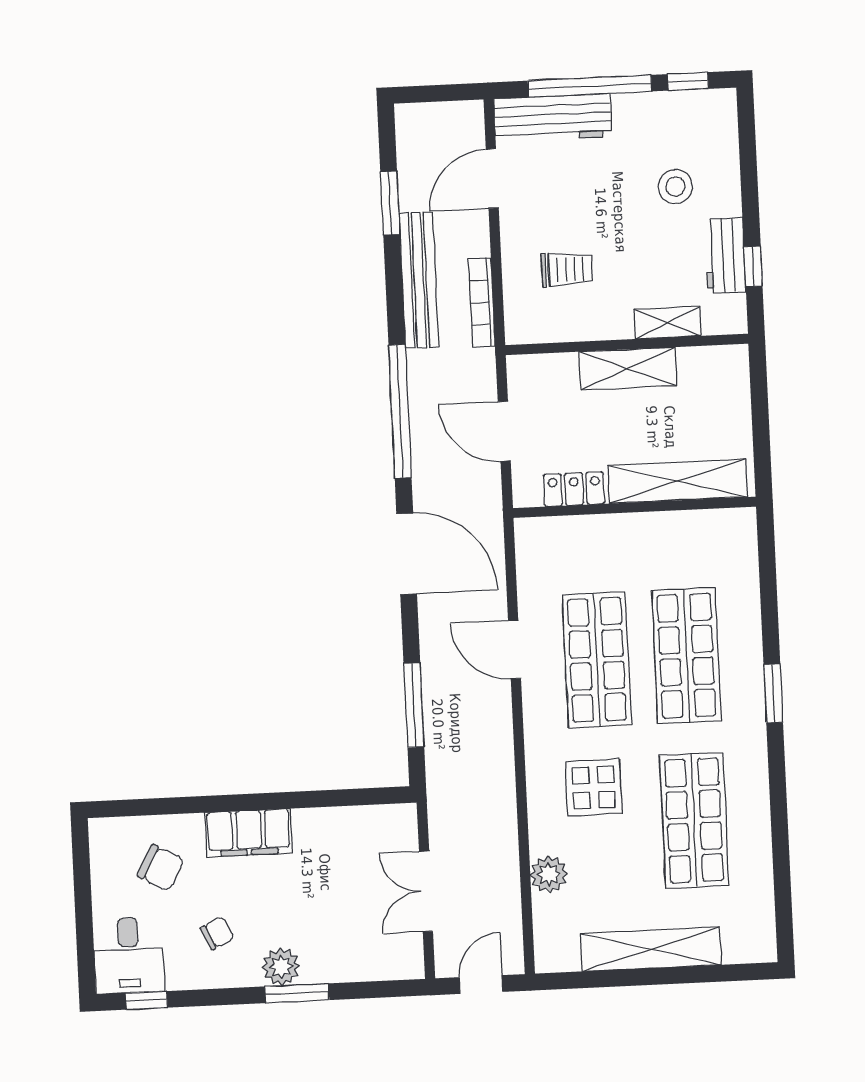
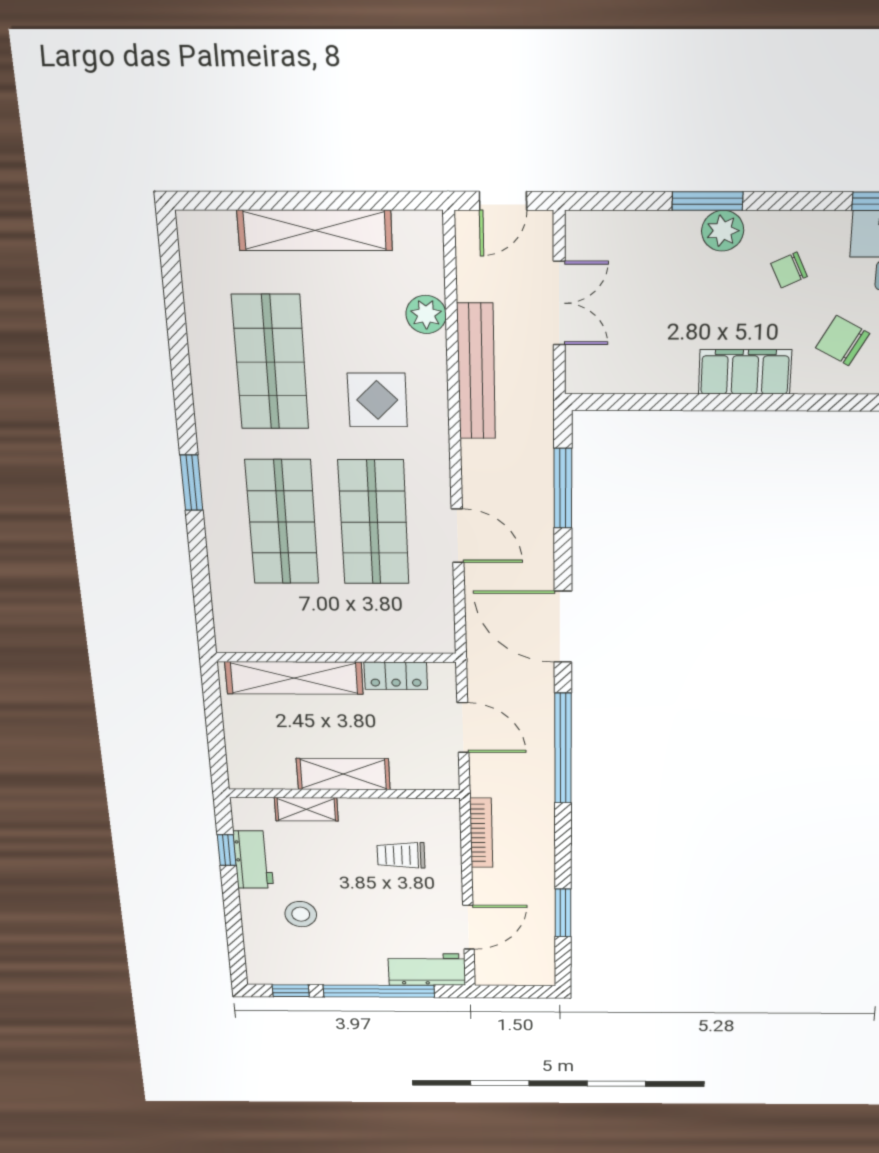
workbench: (553, 118) -> (427, 969), width x0.73
bench: (419, 280) -> (476, 372), moved

